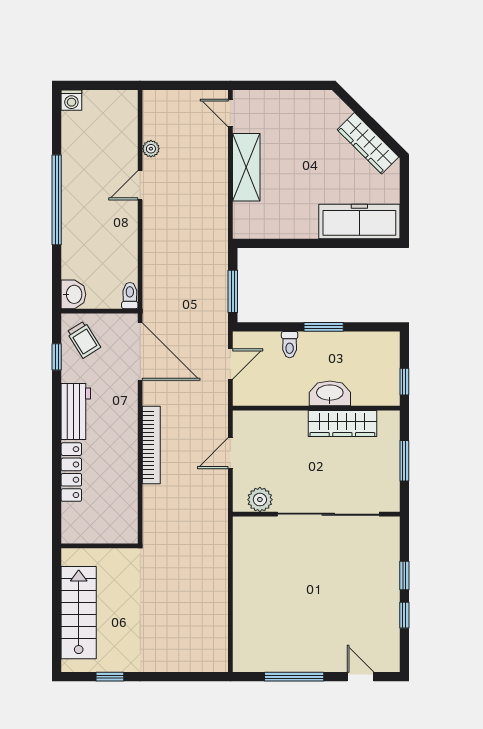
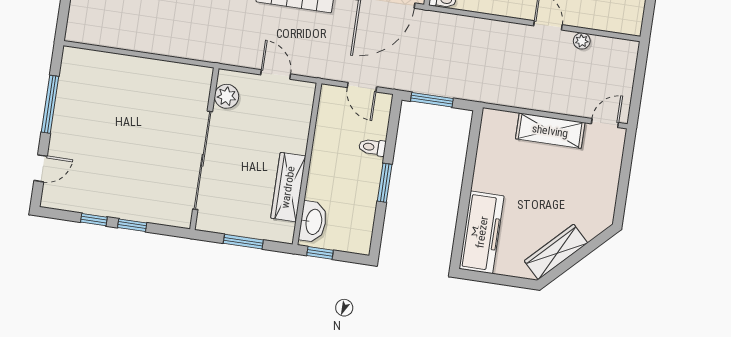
washbasin: (330, 393) -> (313, 222), moved

